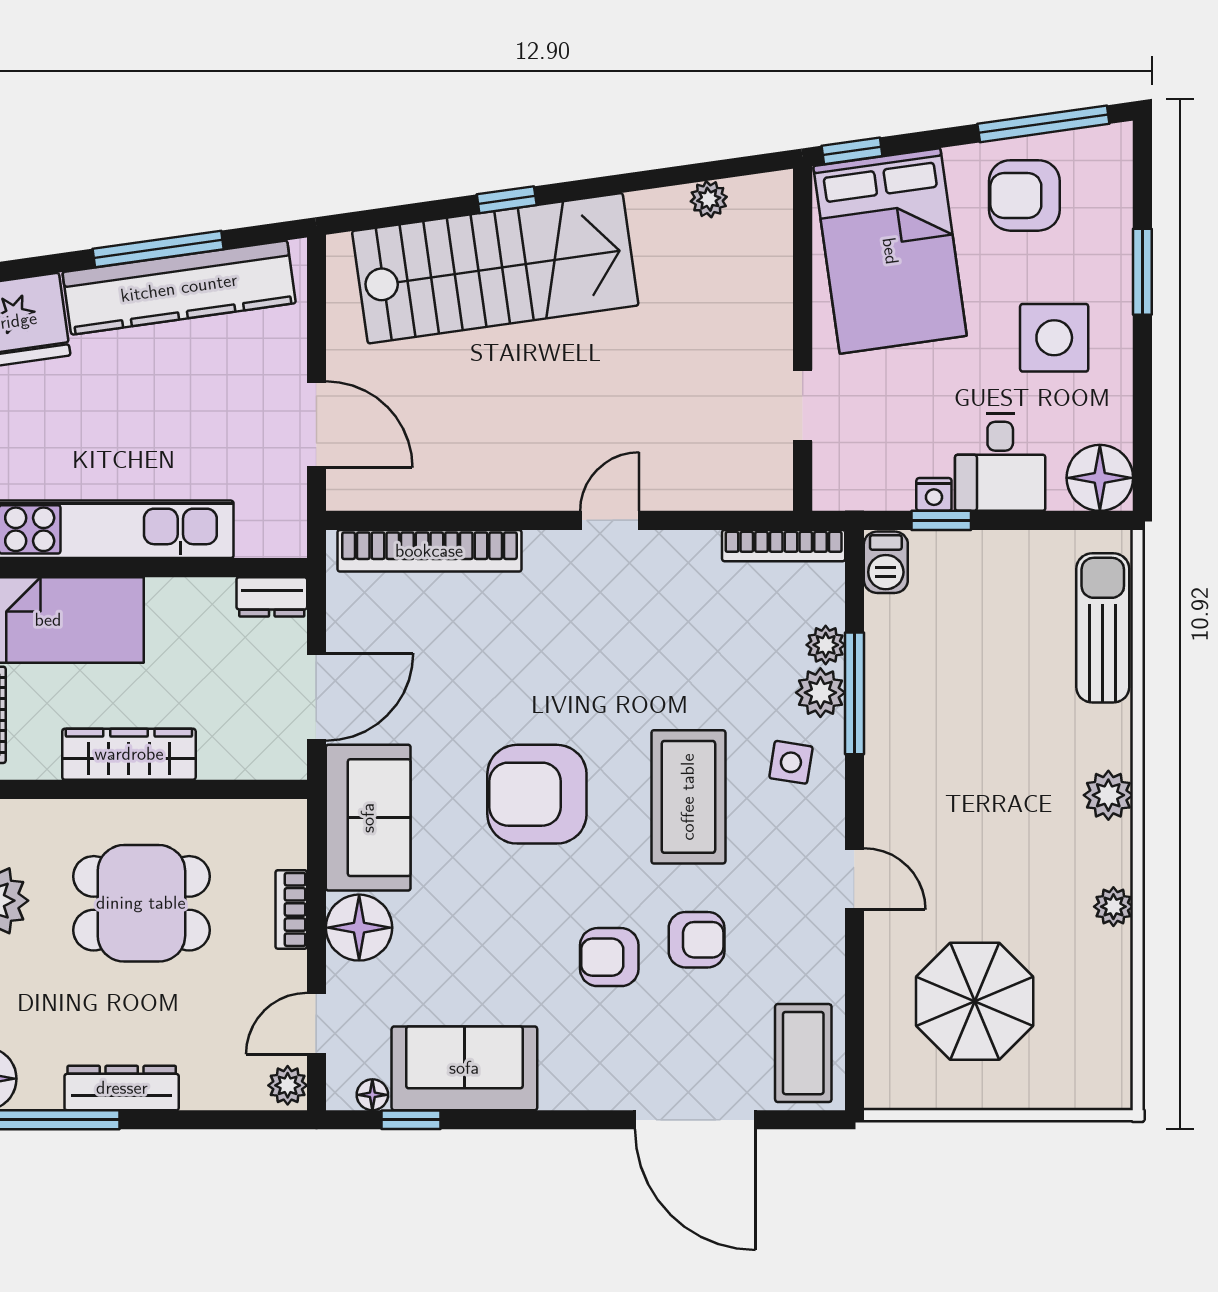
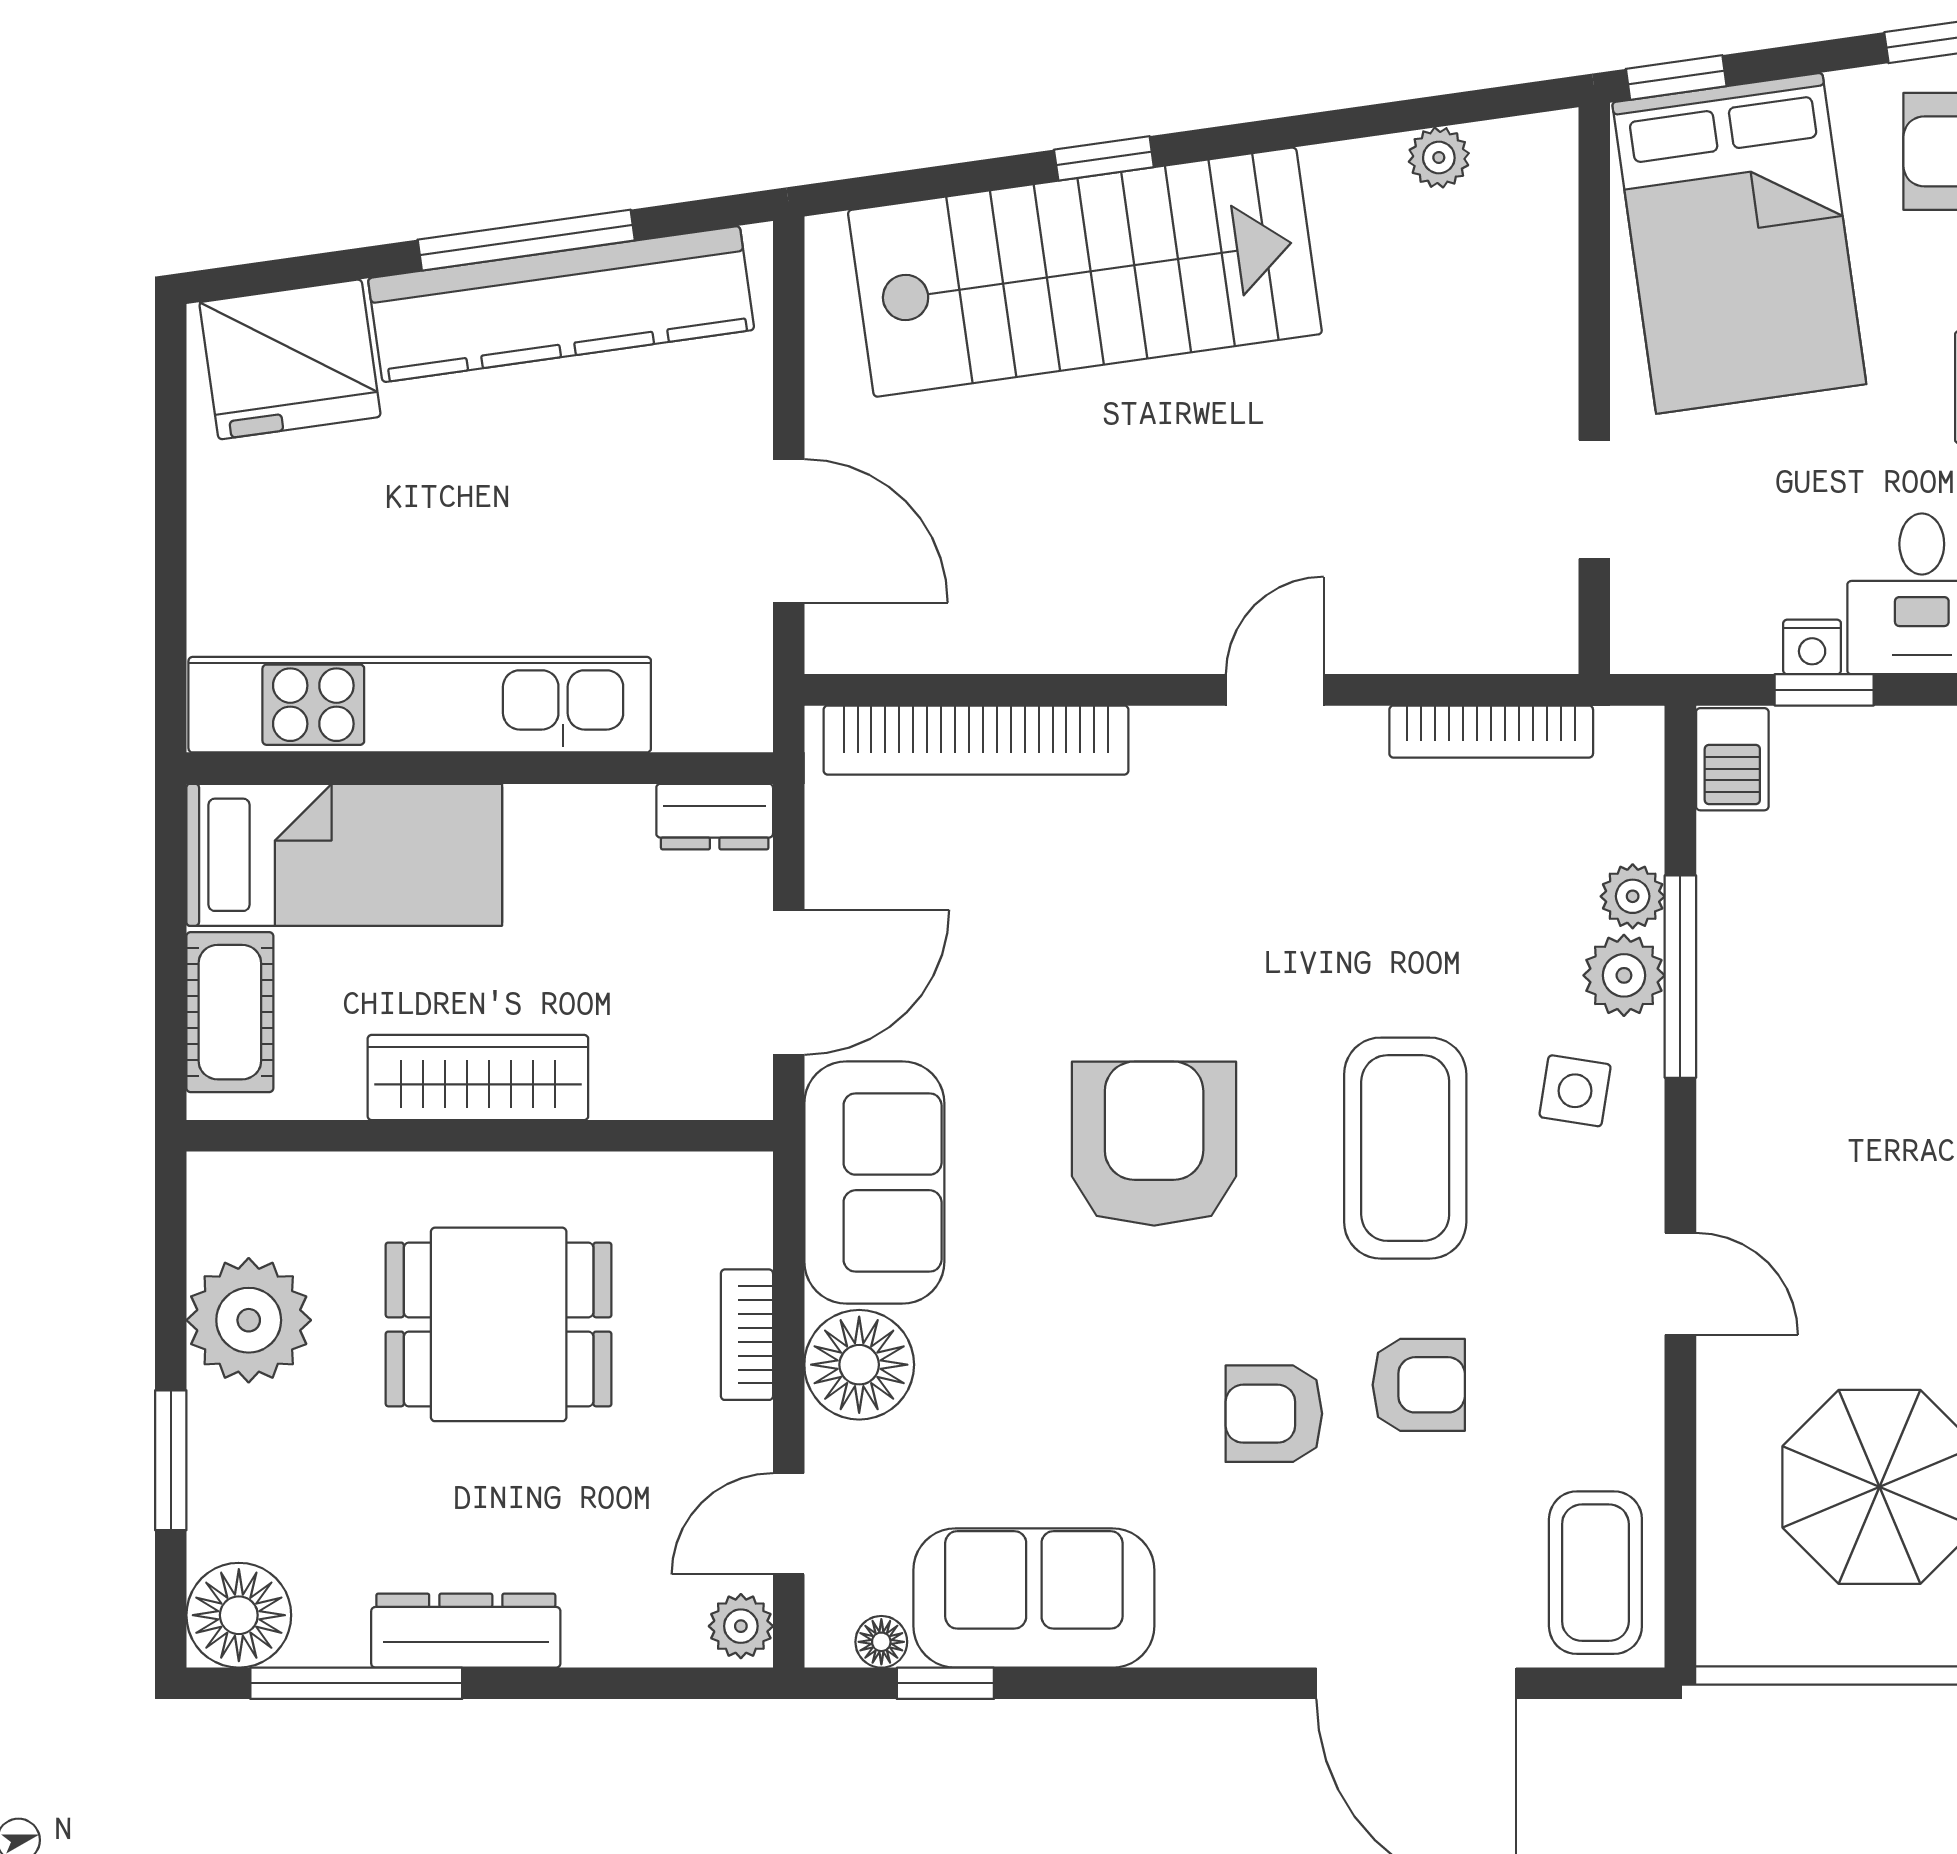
bookcase: (784, 546) -> (1491, 732), moved
armchair: (537, 794) -> (1154, 1144), turned 90

